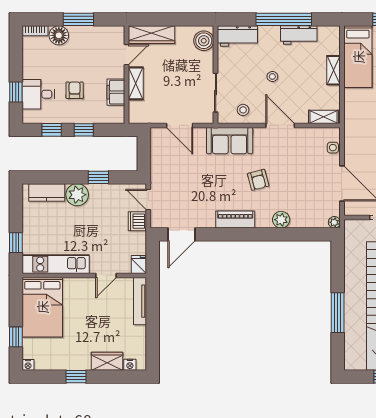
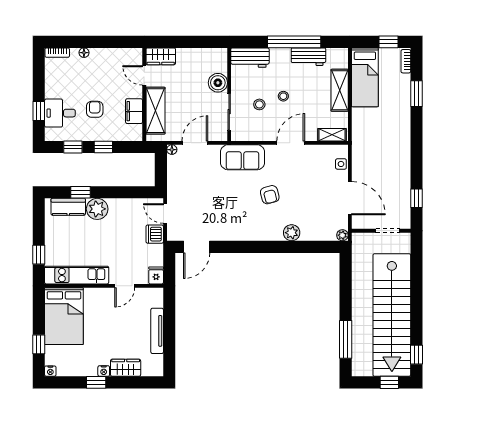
window: (78, 19) -> (98, 42), removed
floor lamp: (59, 35) -> (84, 53), width x0.53, depth x0.53
wardrobe: (151, 35) -> (161, 56), width x0.67
boiler: (204, 41) -> (218, 83), moved
door: (126, 55) -> (144, 75), swing flipped
shelving: (334, 70) -> (340, 90), width x1.50, depth x1.33
shelving: (136, 83) -> (155, 111), width x1.50, depth x1.33
stool: (243, 110) -> (259, 104), moved
door: (180, 125) -> (195, 143), swing flipped
door: (280, 125) -> (291, 143), hinge flipped
floor lamp: (155, 132) -> (172, 150), added
window: (98, 177) -> (80, 192), moved
piano: (235, 220) -> (248, 233), removed
tv unit: (140, 301) -> (157, 331), moved
window: (338, 313) -> (346, 339), moved
nightstand: (130, 365) -> (104, 371), moved

